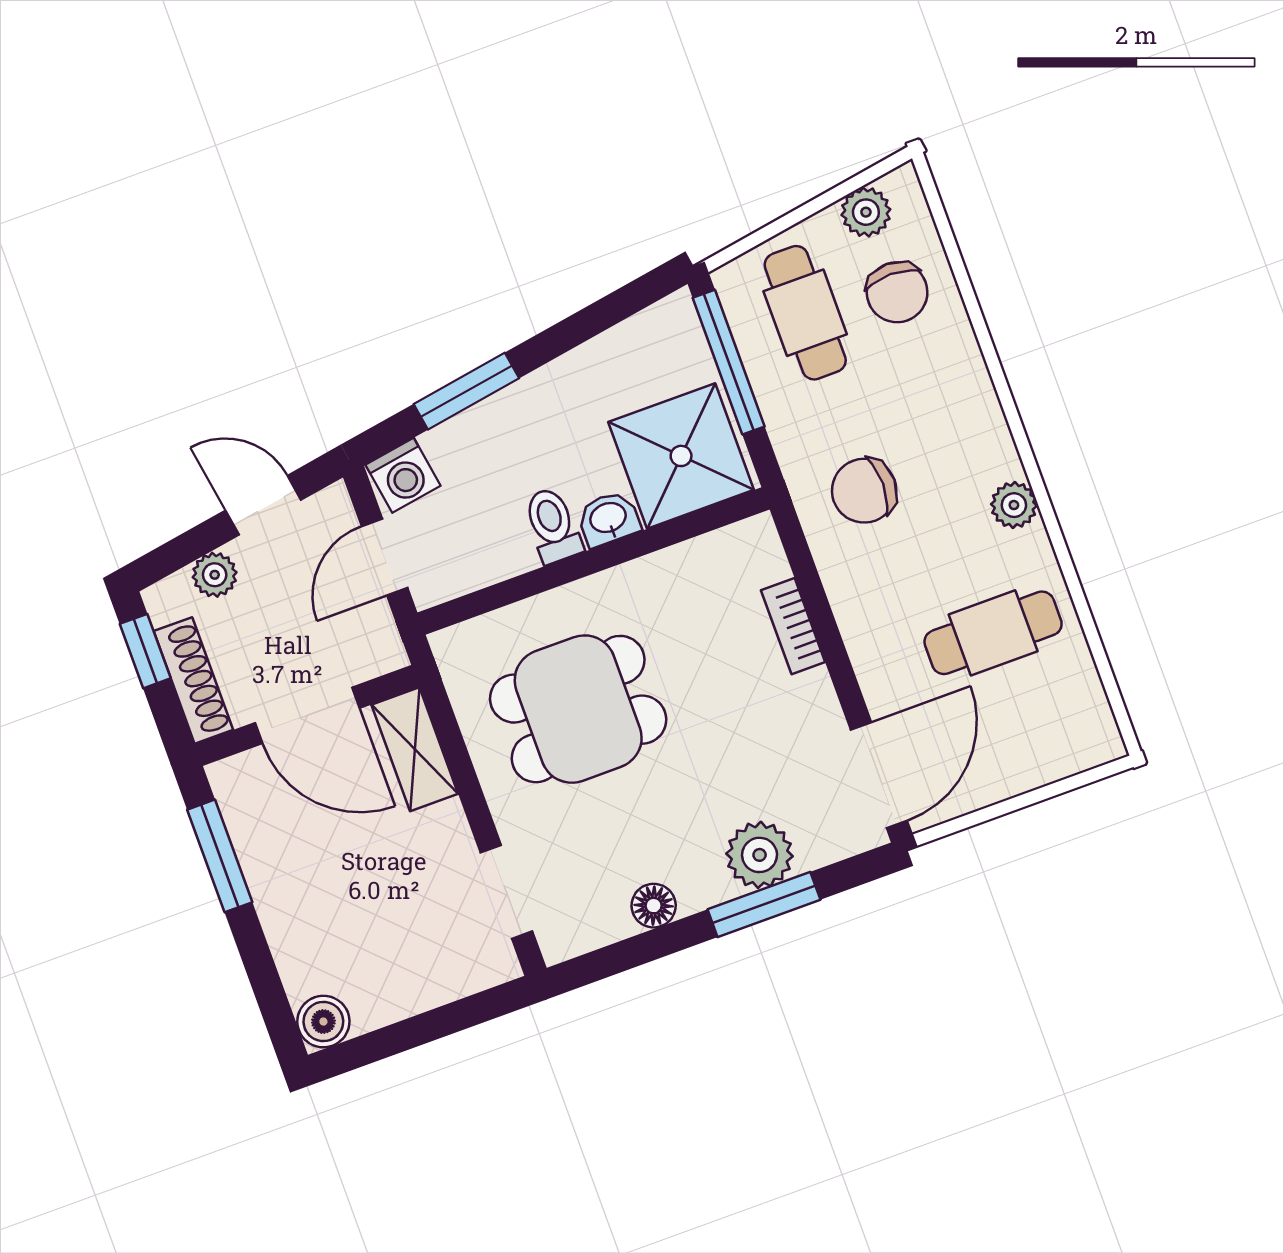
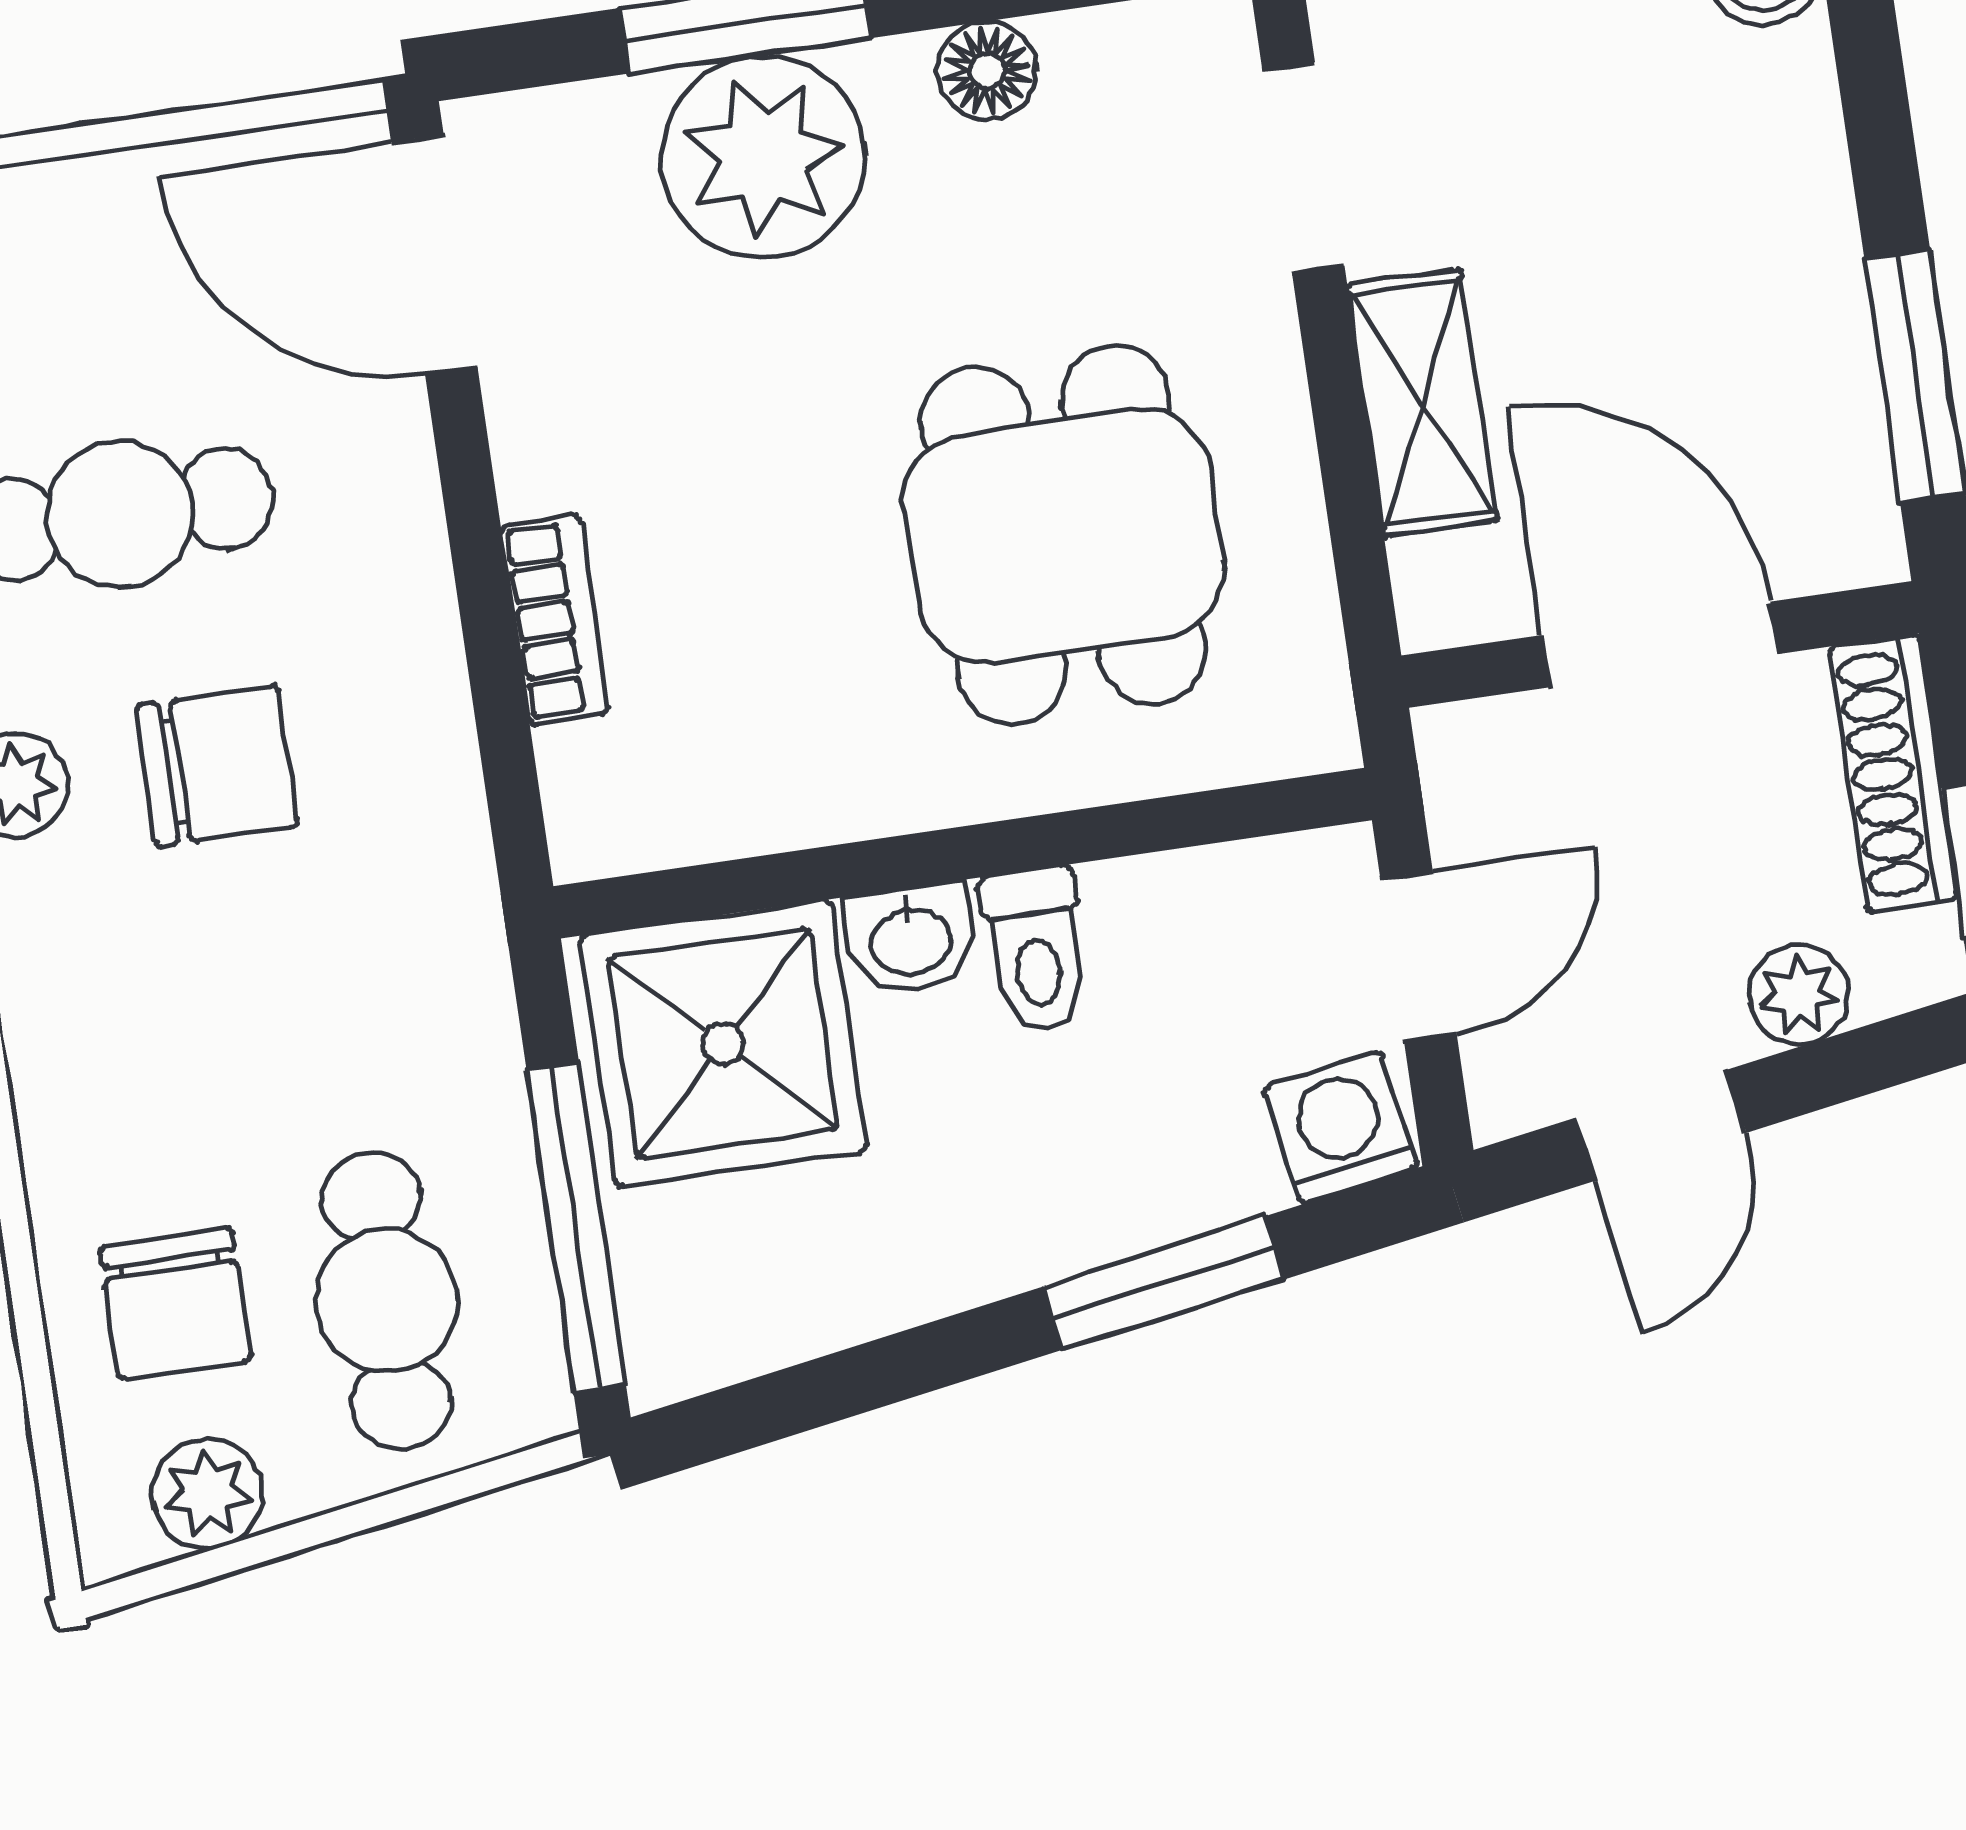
chair: (897, 292) -> (175, 1304), turned 180
chair: (864, 491) -> (217, 766), moved
door: (263, 505) -> (1661, 1125), hinge flipped
dining table: (578, 709) -> (1063, 536), turned 90
shelving: (415, 749) -> (1422, 403), moved
door: (879, 775) -> (434, 254), hinge flipped
plant: (760, 855) -> (763, 157), width x1.36, depth x1.36

